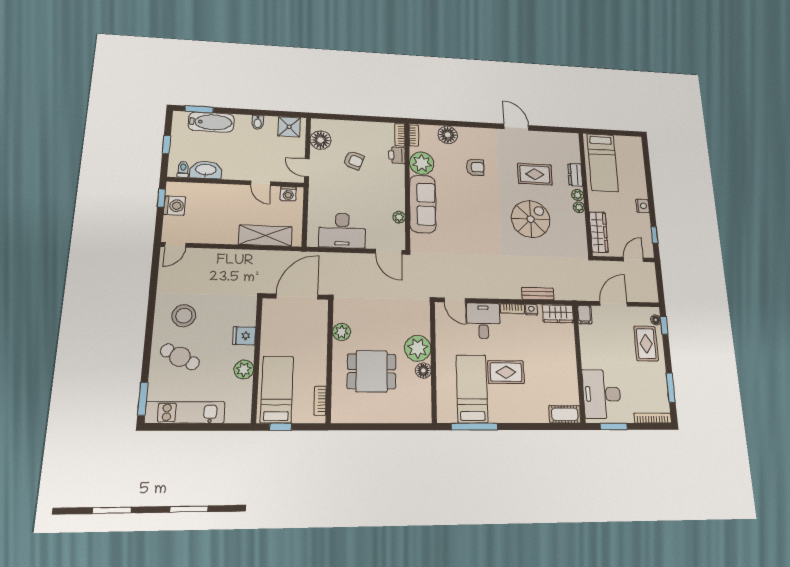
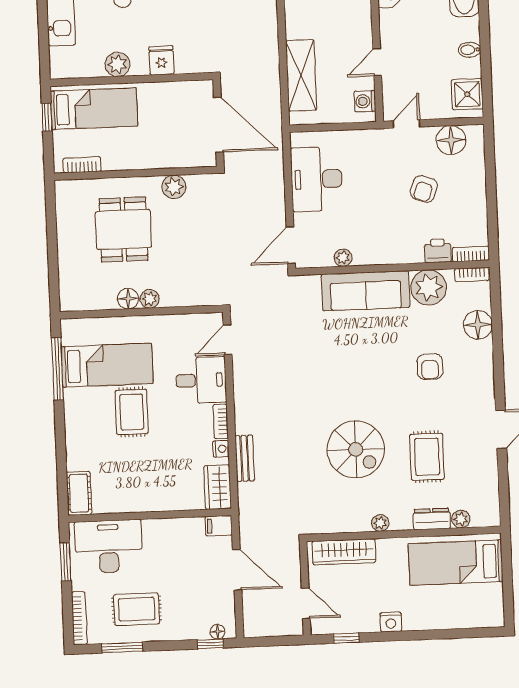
plant: (578, 195) -> (461, 519), moved
rug: (646, 344) -> (137, 609), moved
plant: (418, 348) -> (150, 299), width x0.53, depth x0.53

